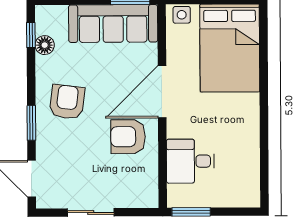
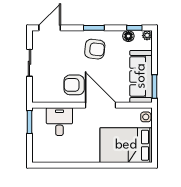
plant: (43, 13) -> (147, 35), added
window: (31, 123) -> (94, 28), moved
armchair: (128, 137) -> (74, 85), turned -90

